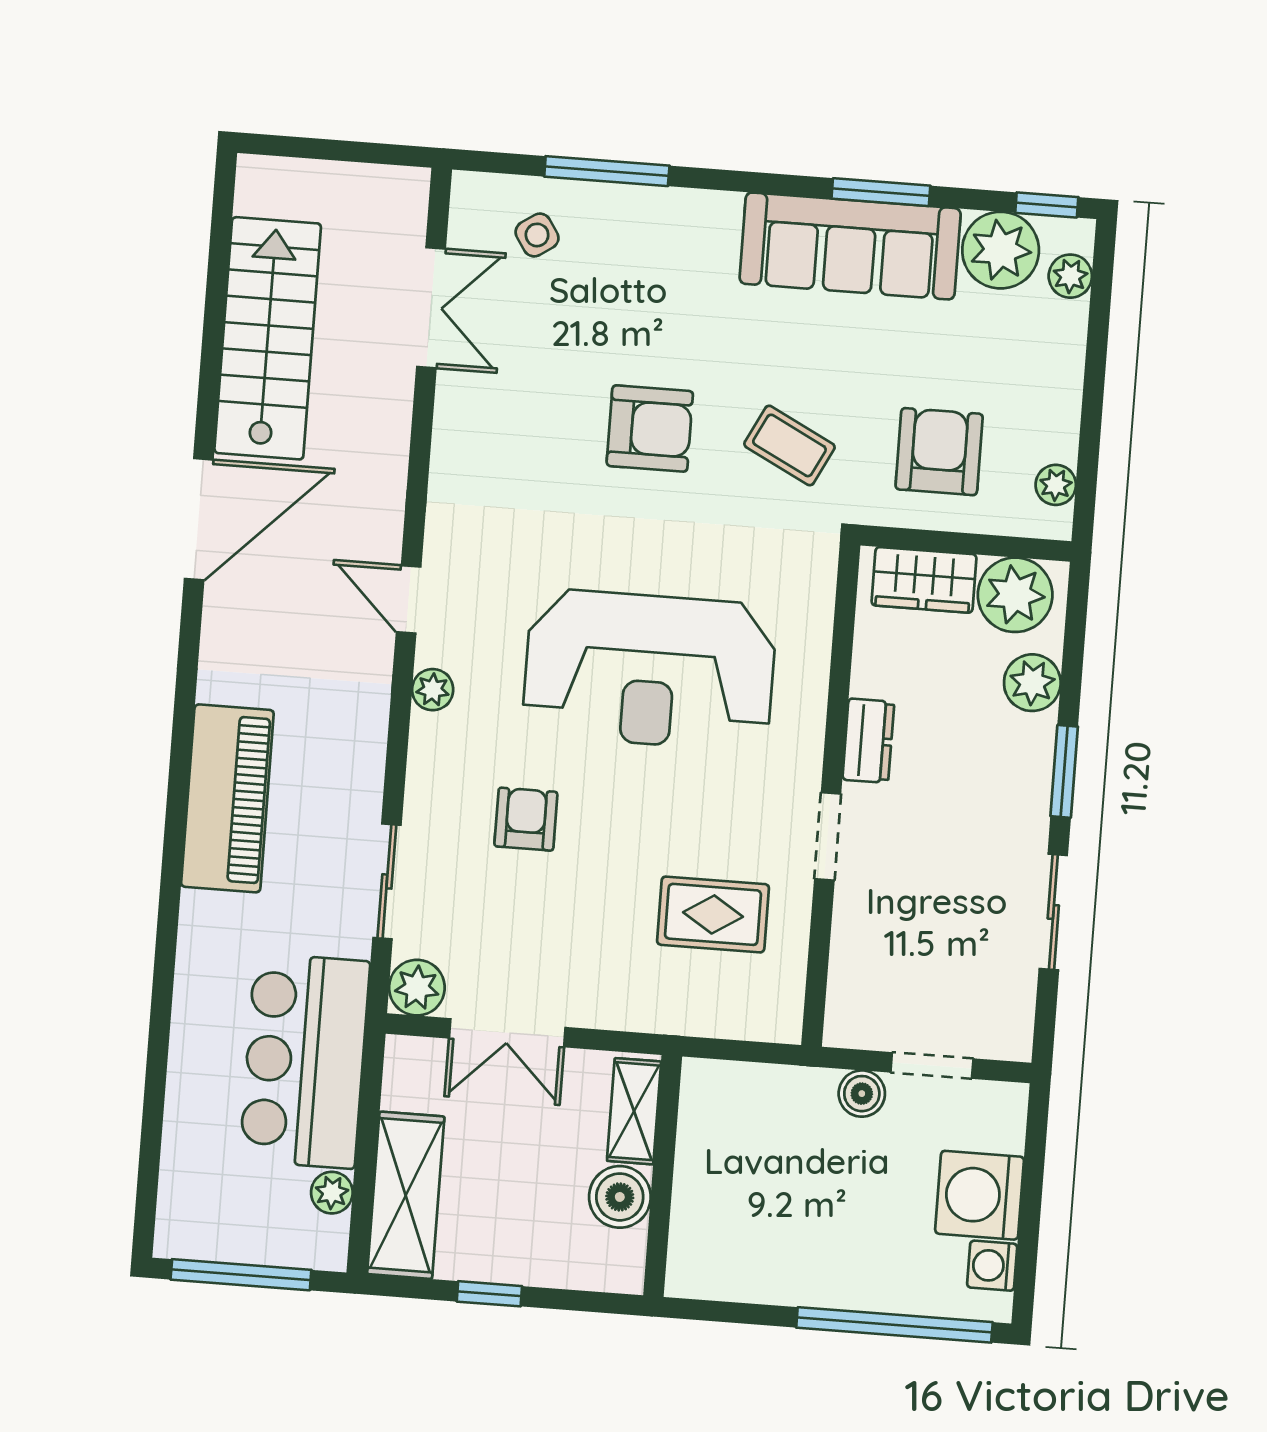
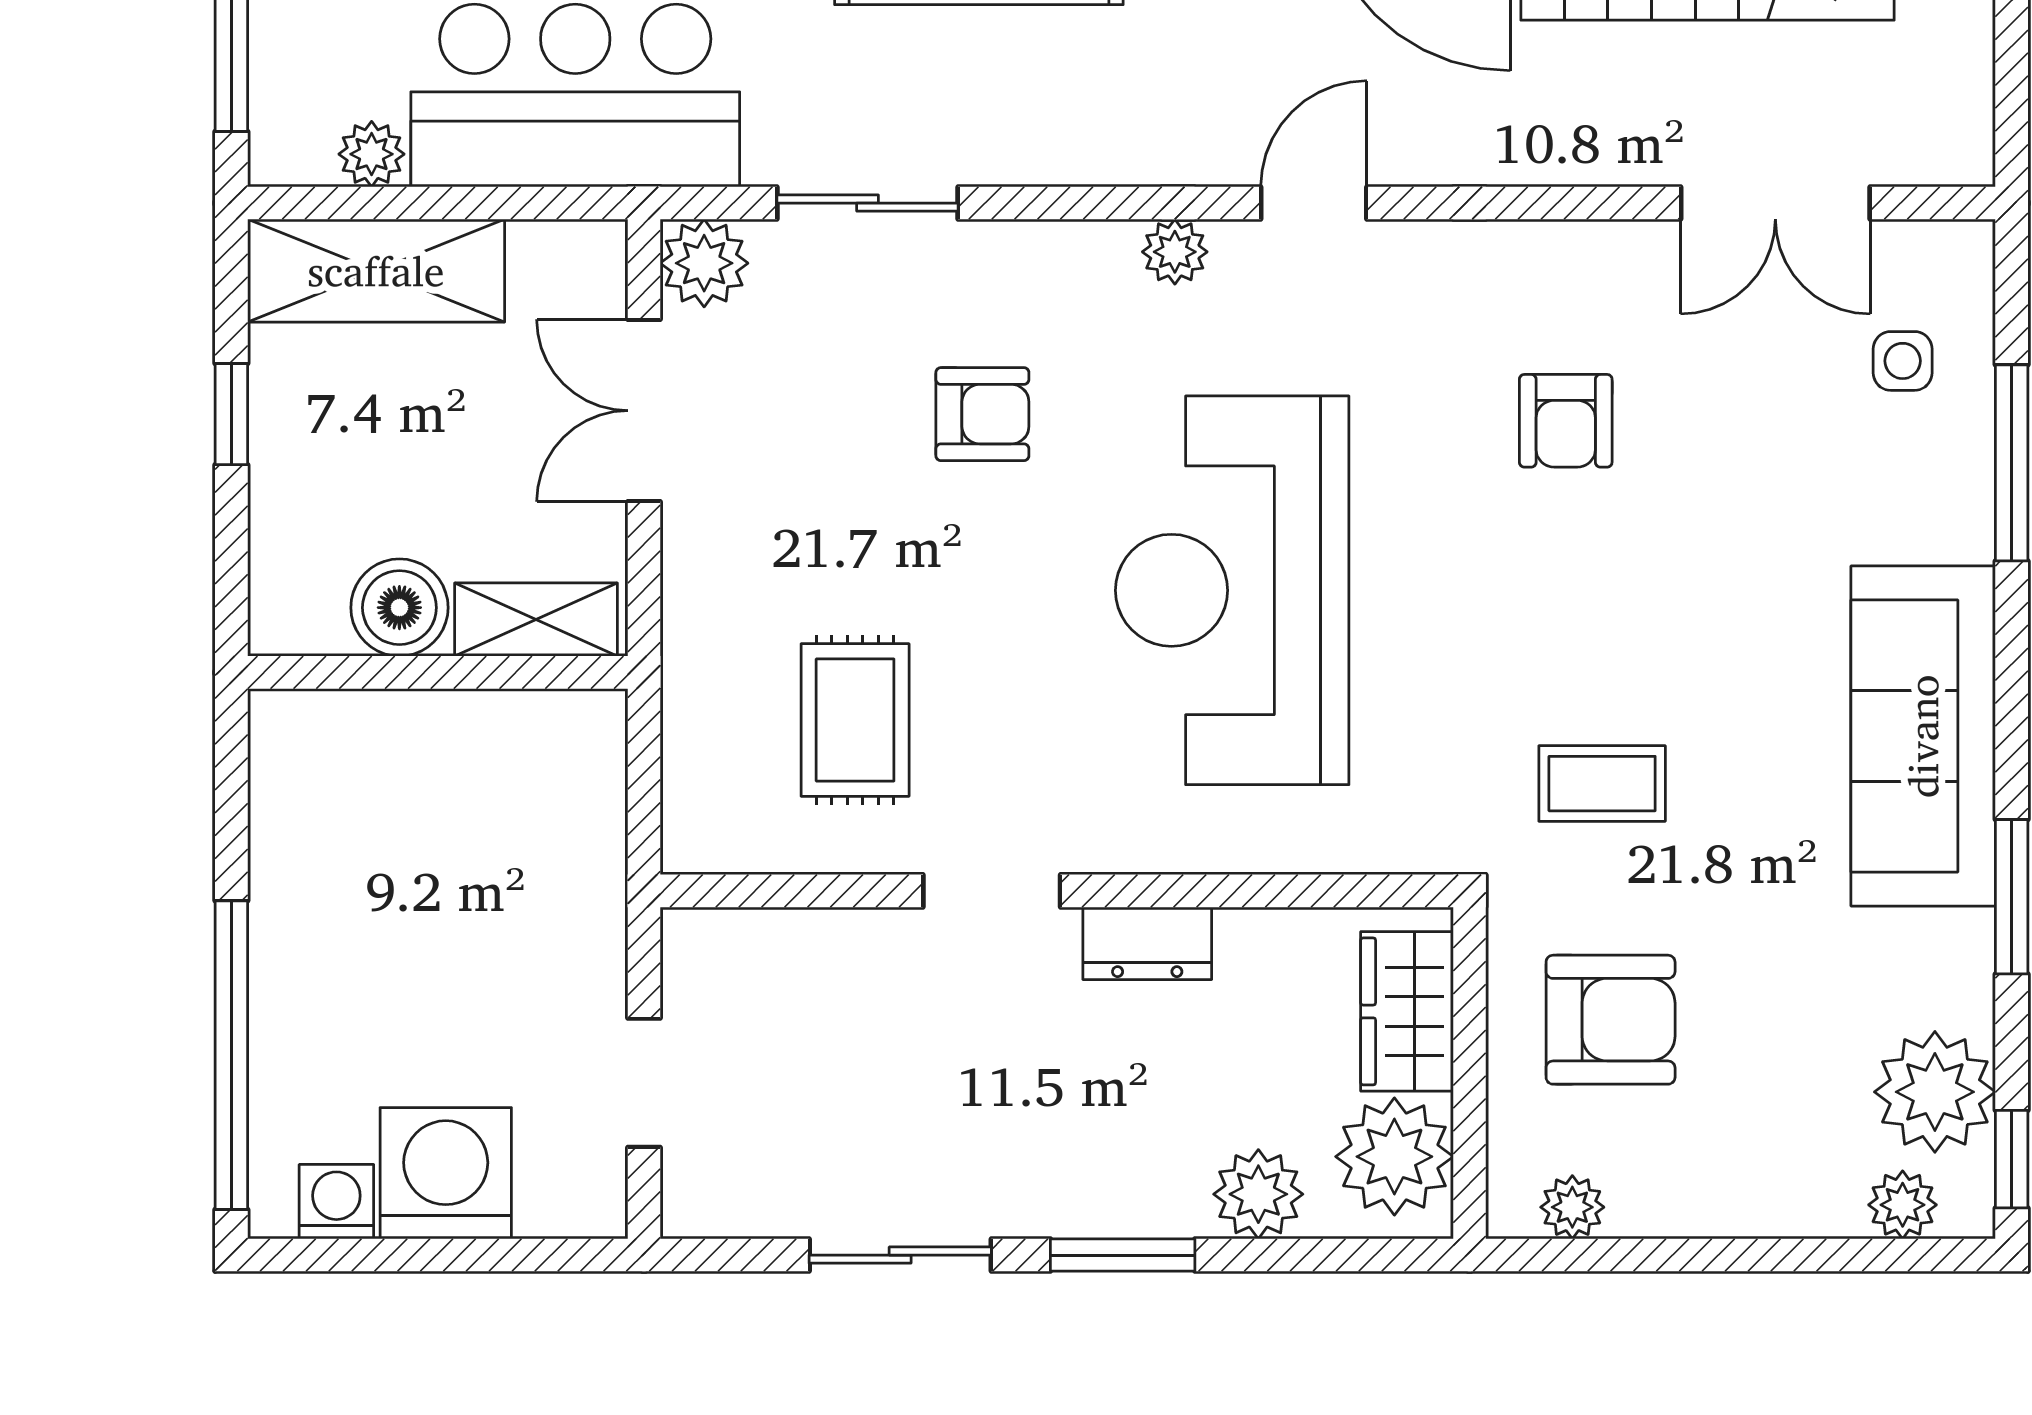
side table: (537, 235) -> (1903, 361), turned 34
sofa: (850, 246) -> (1923, 736), moved
armchair: (650, 429) -> (1566, 421), moved, width x0.72, depth x0.72
coffee table: (789, 445) -> (1602, 784), turned 63
boiler: (862, 1094) -> (591, 976), removed

